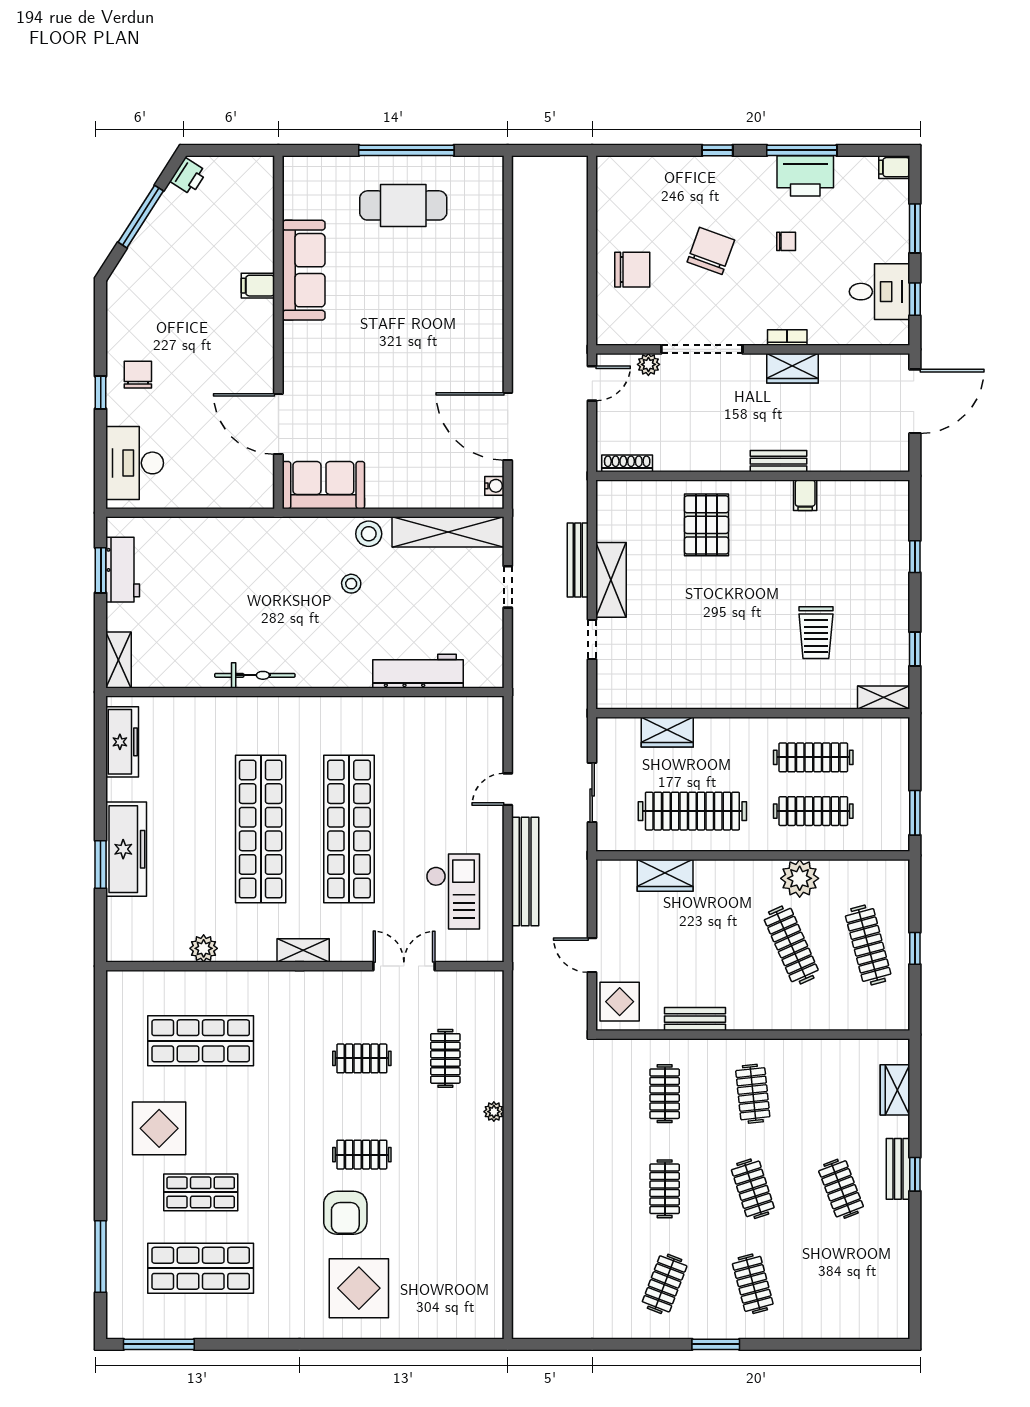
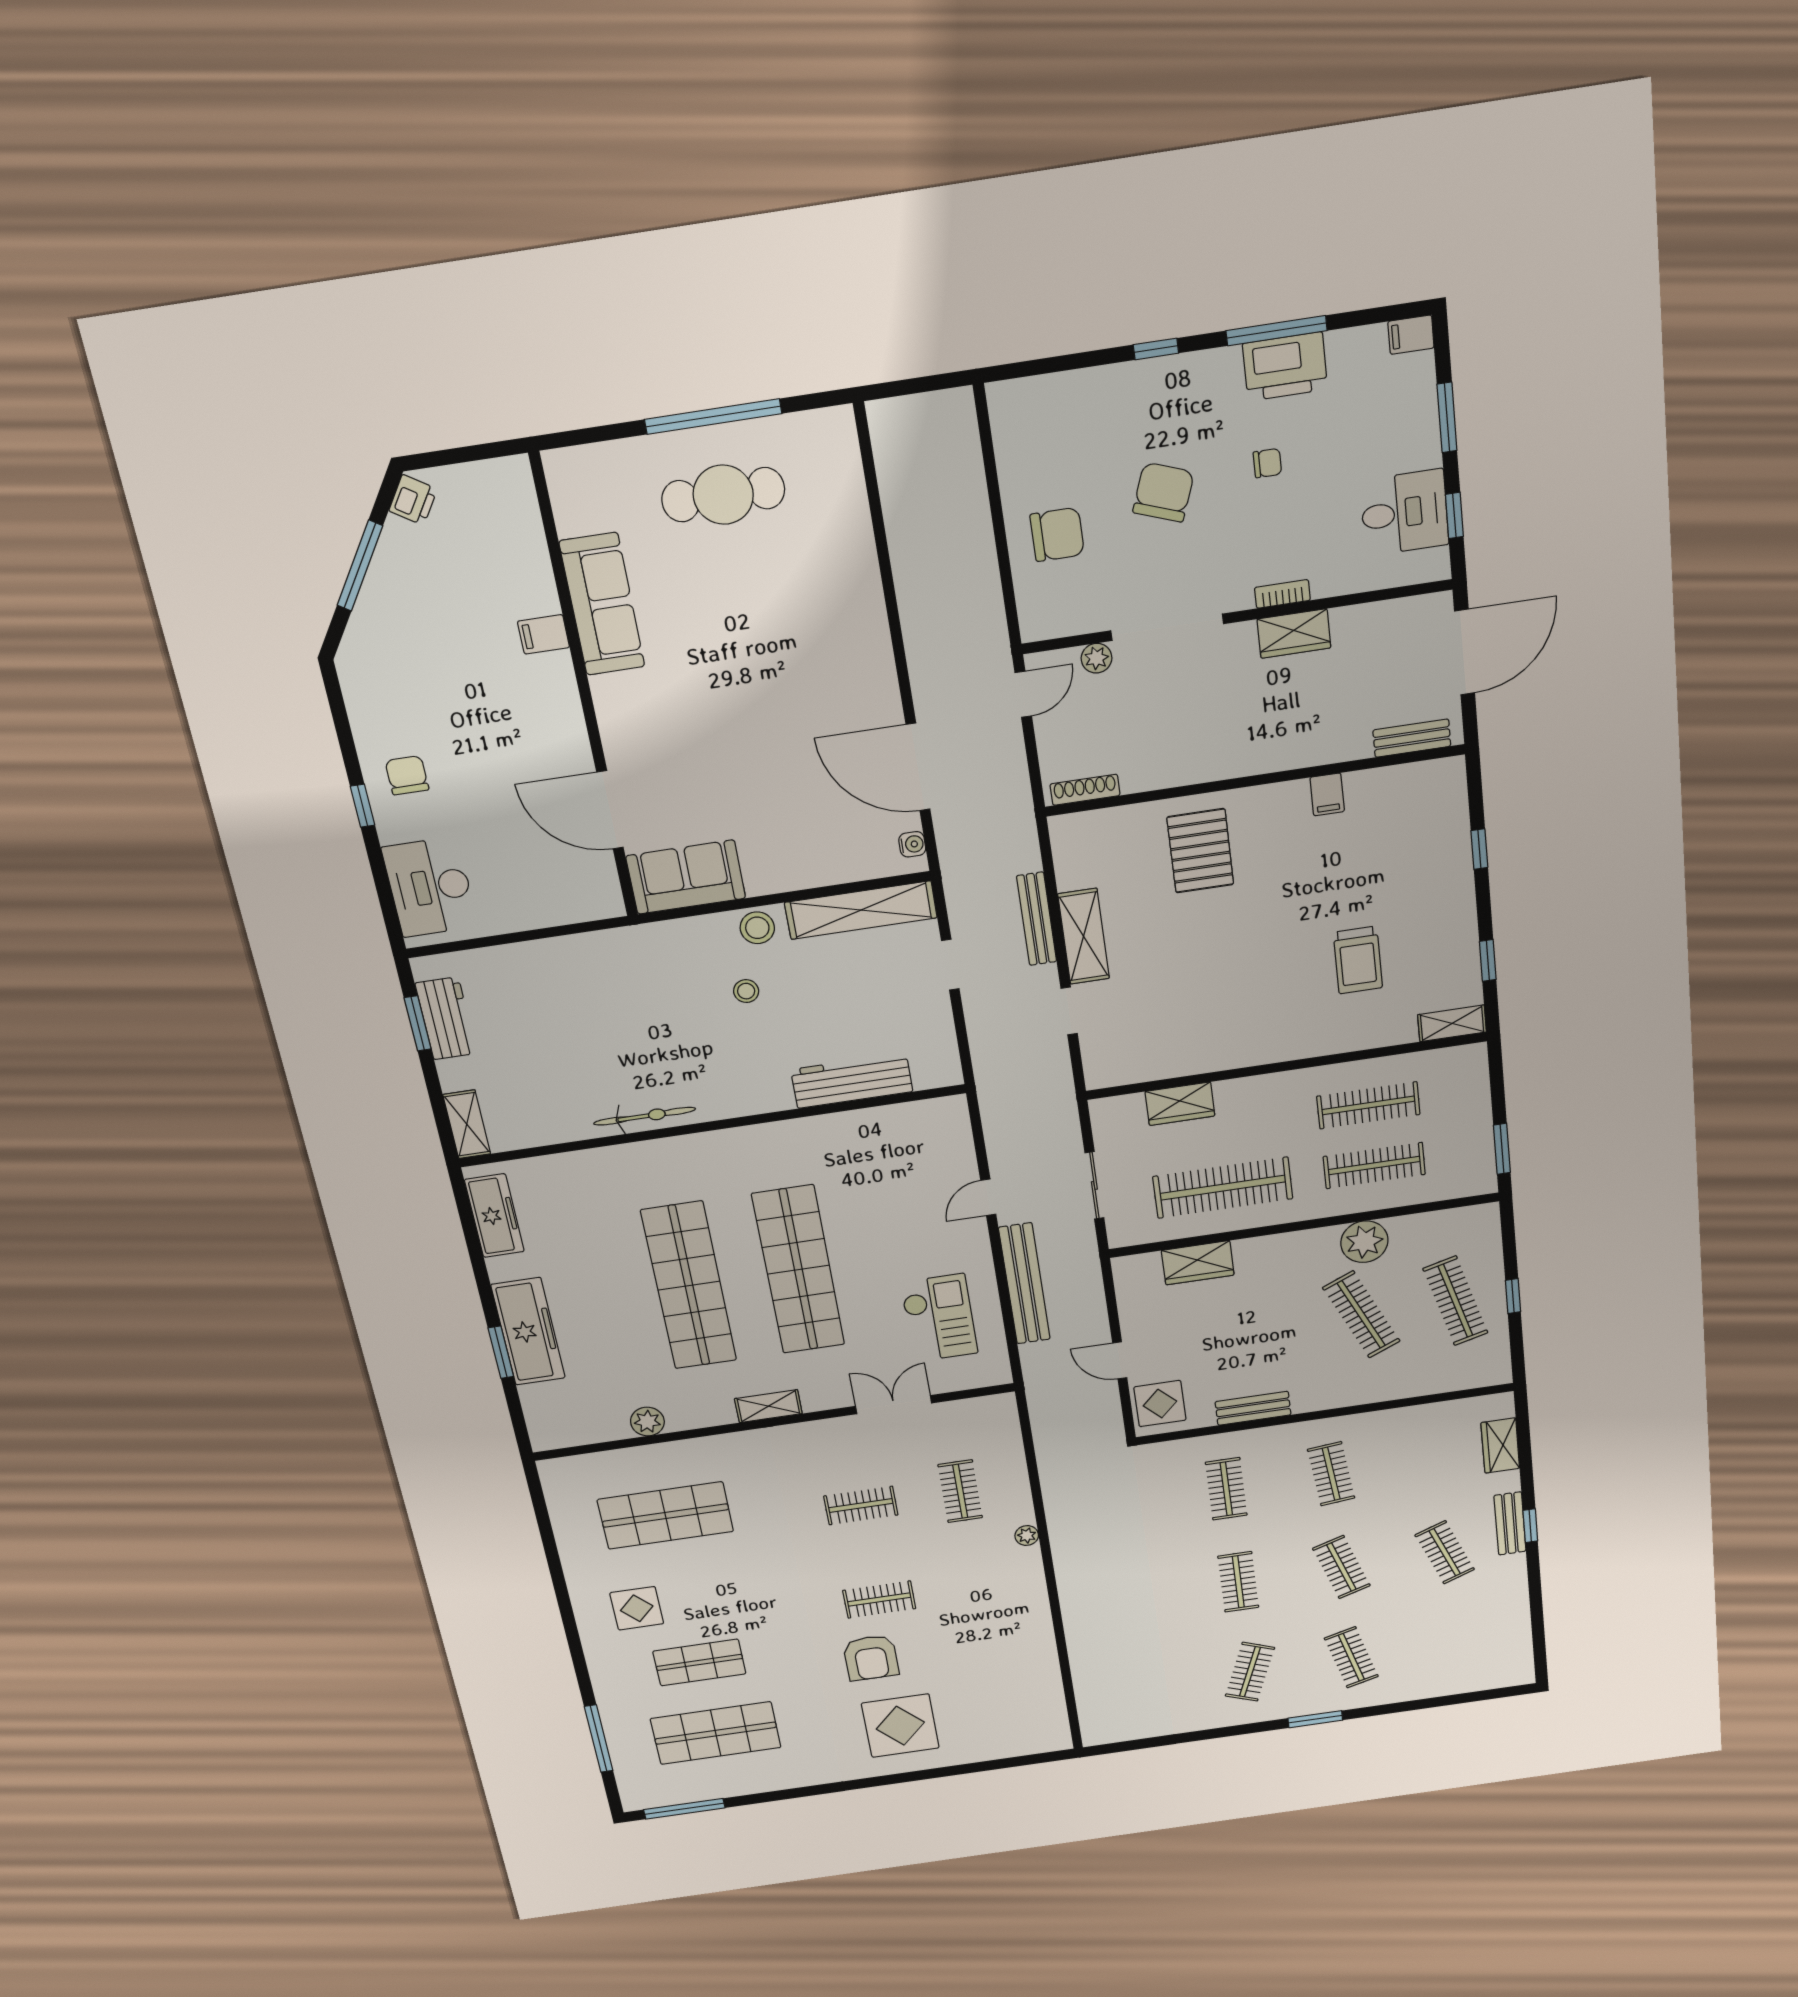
bench: (778, 461) -> (1412, 738), moved
display table: (159, 1128) -> (637, 1608), width x0.73, depth x0.73

